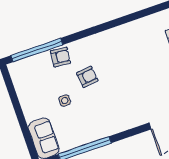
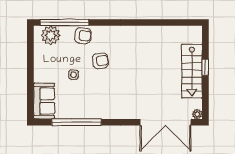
plant: (27, 68) -> (51, 35), added

